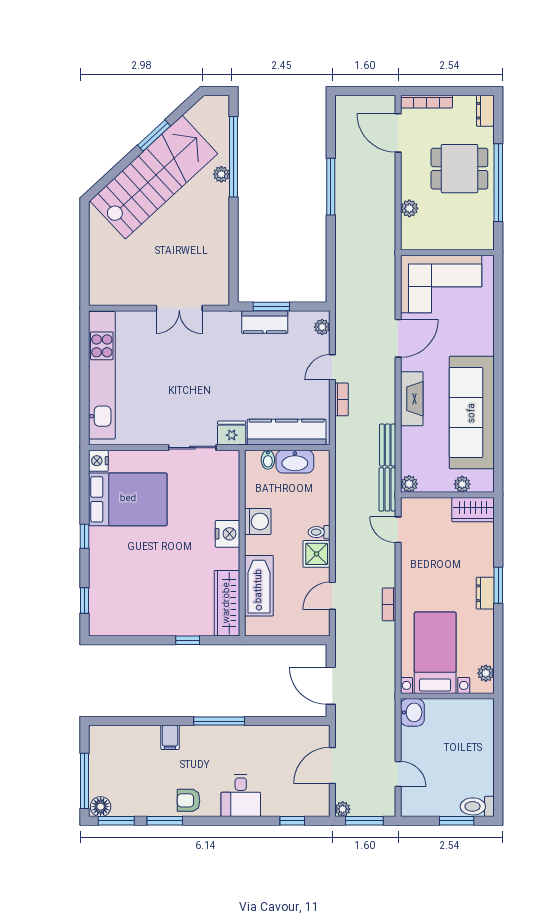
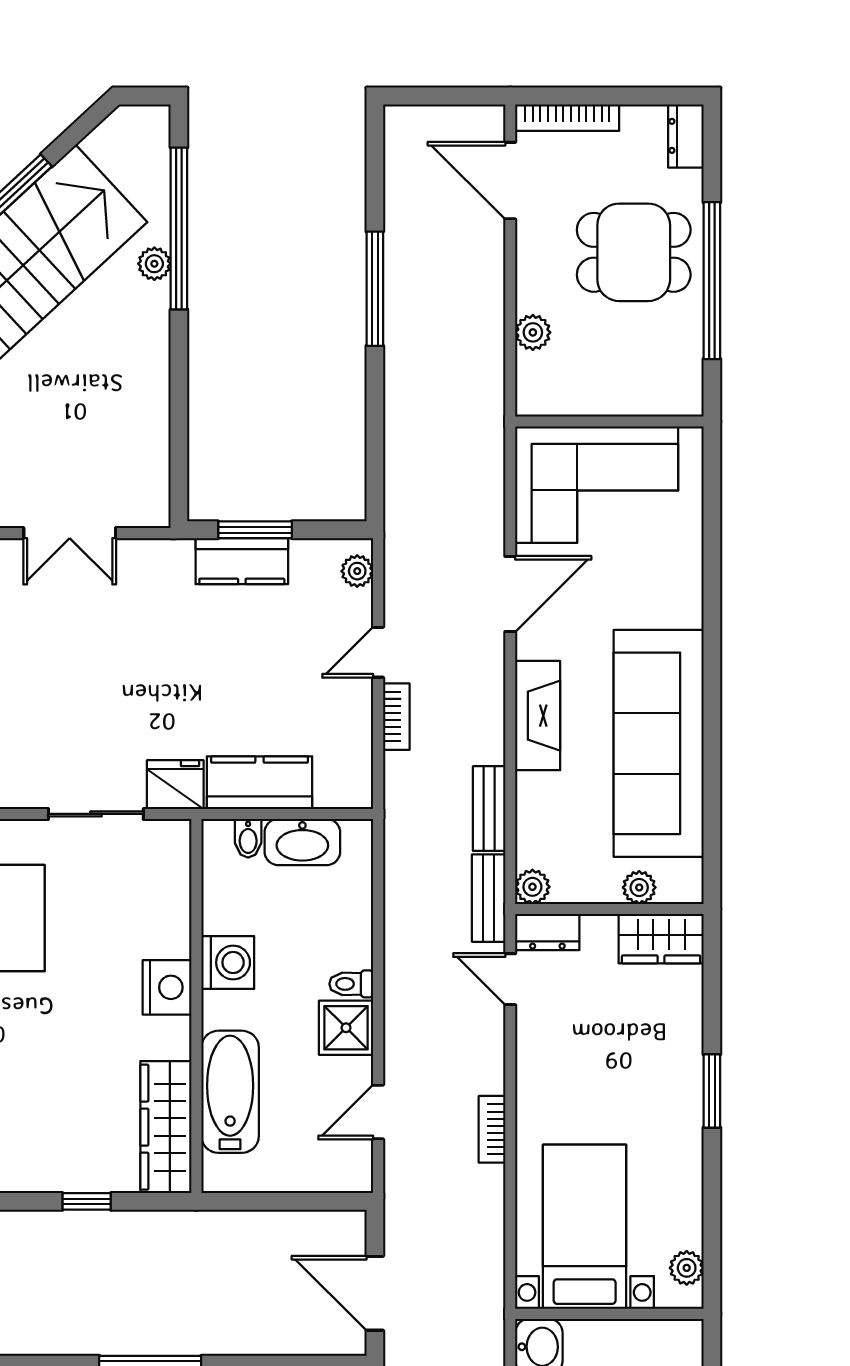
kitchen counter: (287, 432) -> (259, 783), width x0.67
dresser: (485, 593) -> (547, 932), moved, turned -90

